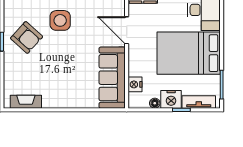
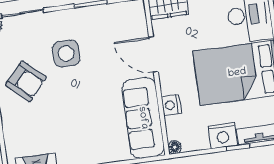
nightstand: (135, 84) -> (171, 105), moved
floor lamp: (155, 103) -> (175, 147), moved

